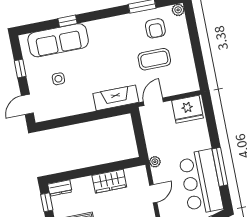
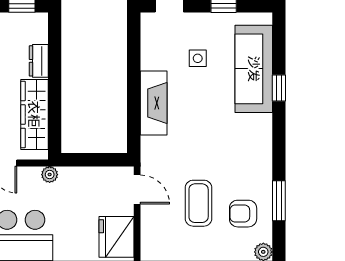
fireplace: (116, 98) -> (154, 103), moved
wardrobe: (109, 181) -> (34, 114), width x1.50
dresser: (60, 188) -> (39, 61), moved

